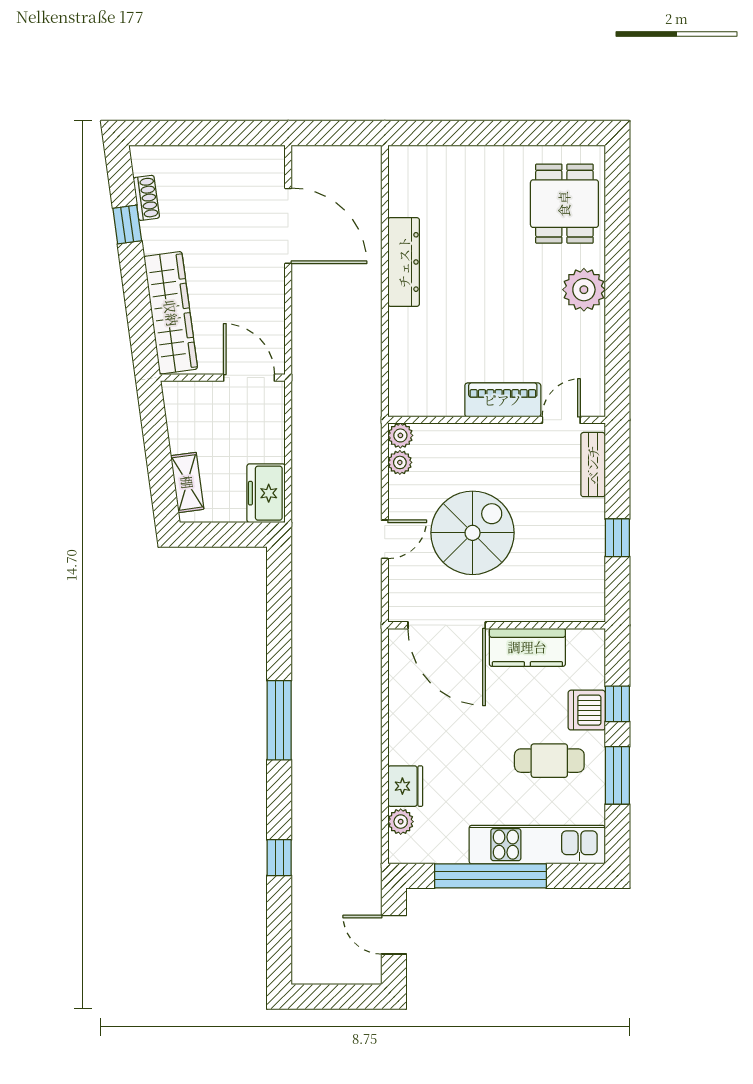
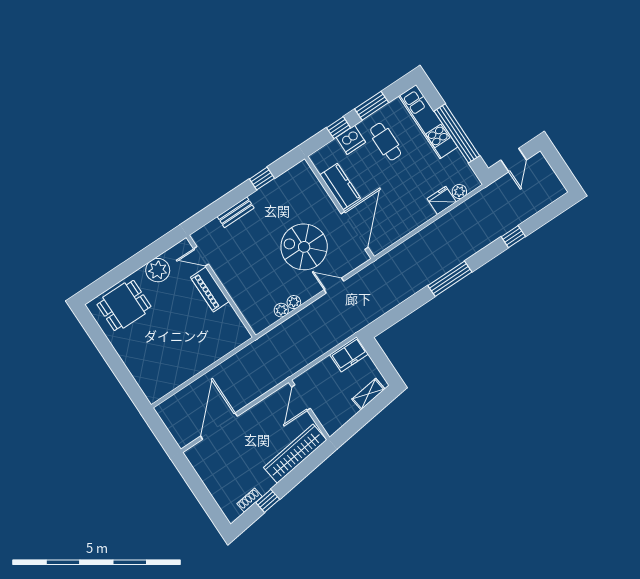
dresser: (404, 262) -> (200, 362), removed
piano: (503, 400) -> (210, 289), moved
wall: (497, 420) -> (221, 286), moved
door: (561, 420) -> (201, 256), moved

